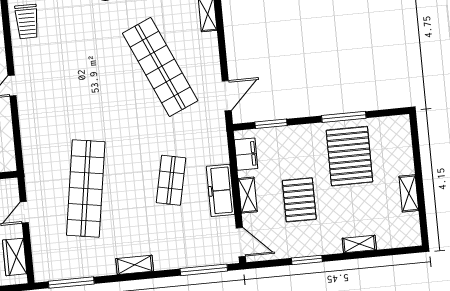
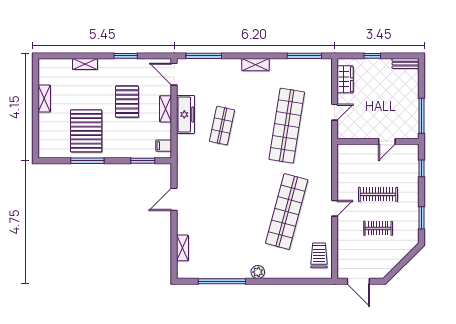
shop shelf: (160, 67) -> (287, 212), moved, turned 39
door: (227, 96) -> (174, 199), moved
filing cabinet: (246, 154) -> (164, 146), width x0.50

